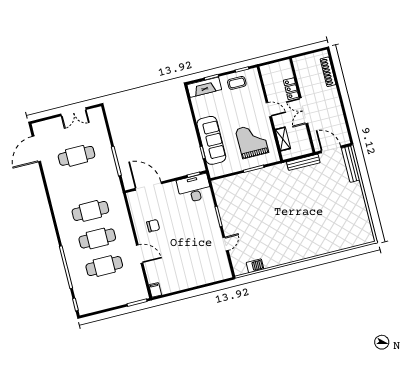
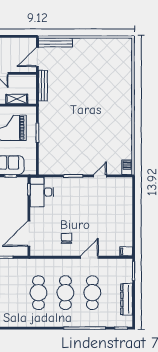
door: (226, 244) -> (100, 176), hinge flipped
barbecue: (255, 266) -> (127, 167), moved
dresser: (106, 303) -> (127, 299), added

